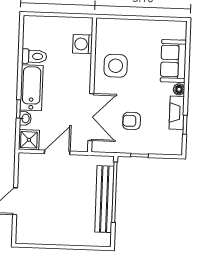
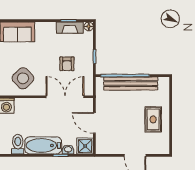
side table: (116, 66) -> (23, 78), turned 45
floor lamp: (179, 89) -> (89, 26), moved
fireplace: (177, 113) -> (70, 28), moved
rug: (59, 225) -> (153, 119), added

